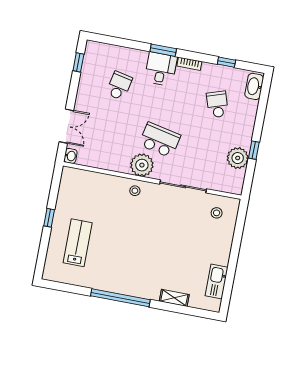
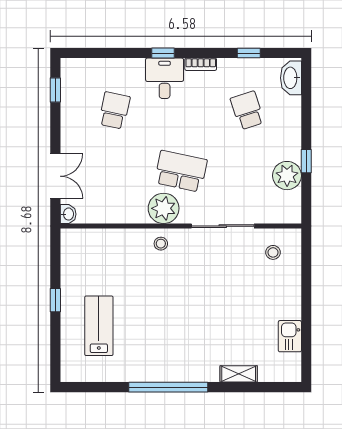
window: (163, 50) -> (163, 53), width x0.67
kitchen sink: (217, 281) -> (290, 336), width x0.73

